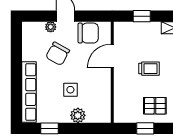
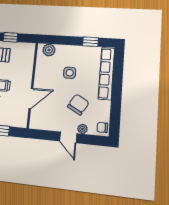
chair: (88, 33) -> (102, 127), moved, width x0.54, depth x0.54
plant: (78, 115) -> (49, 50), moved

